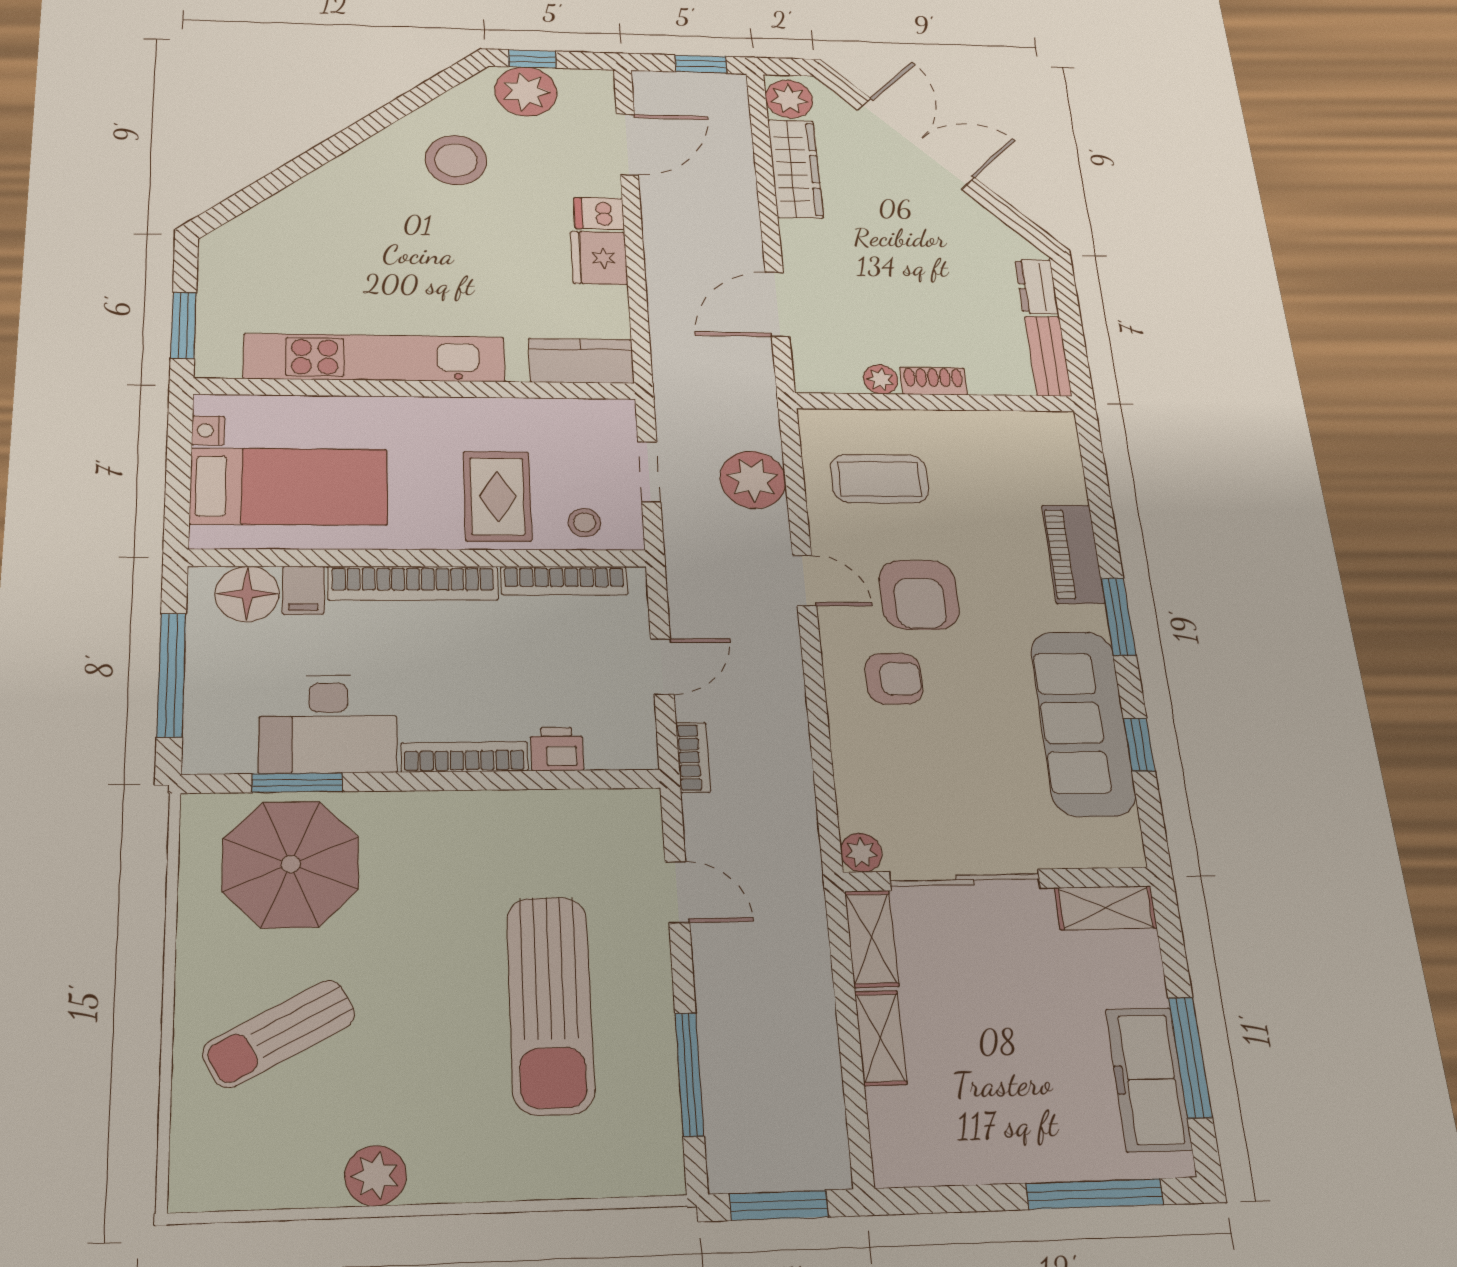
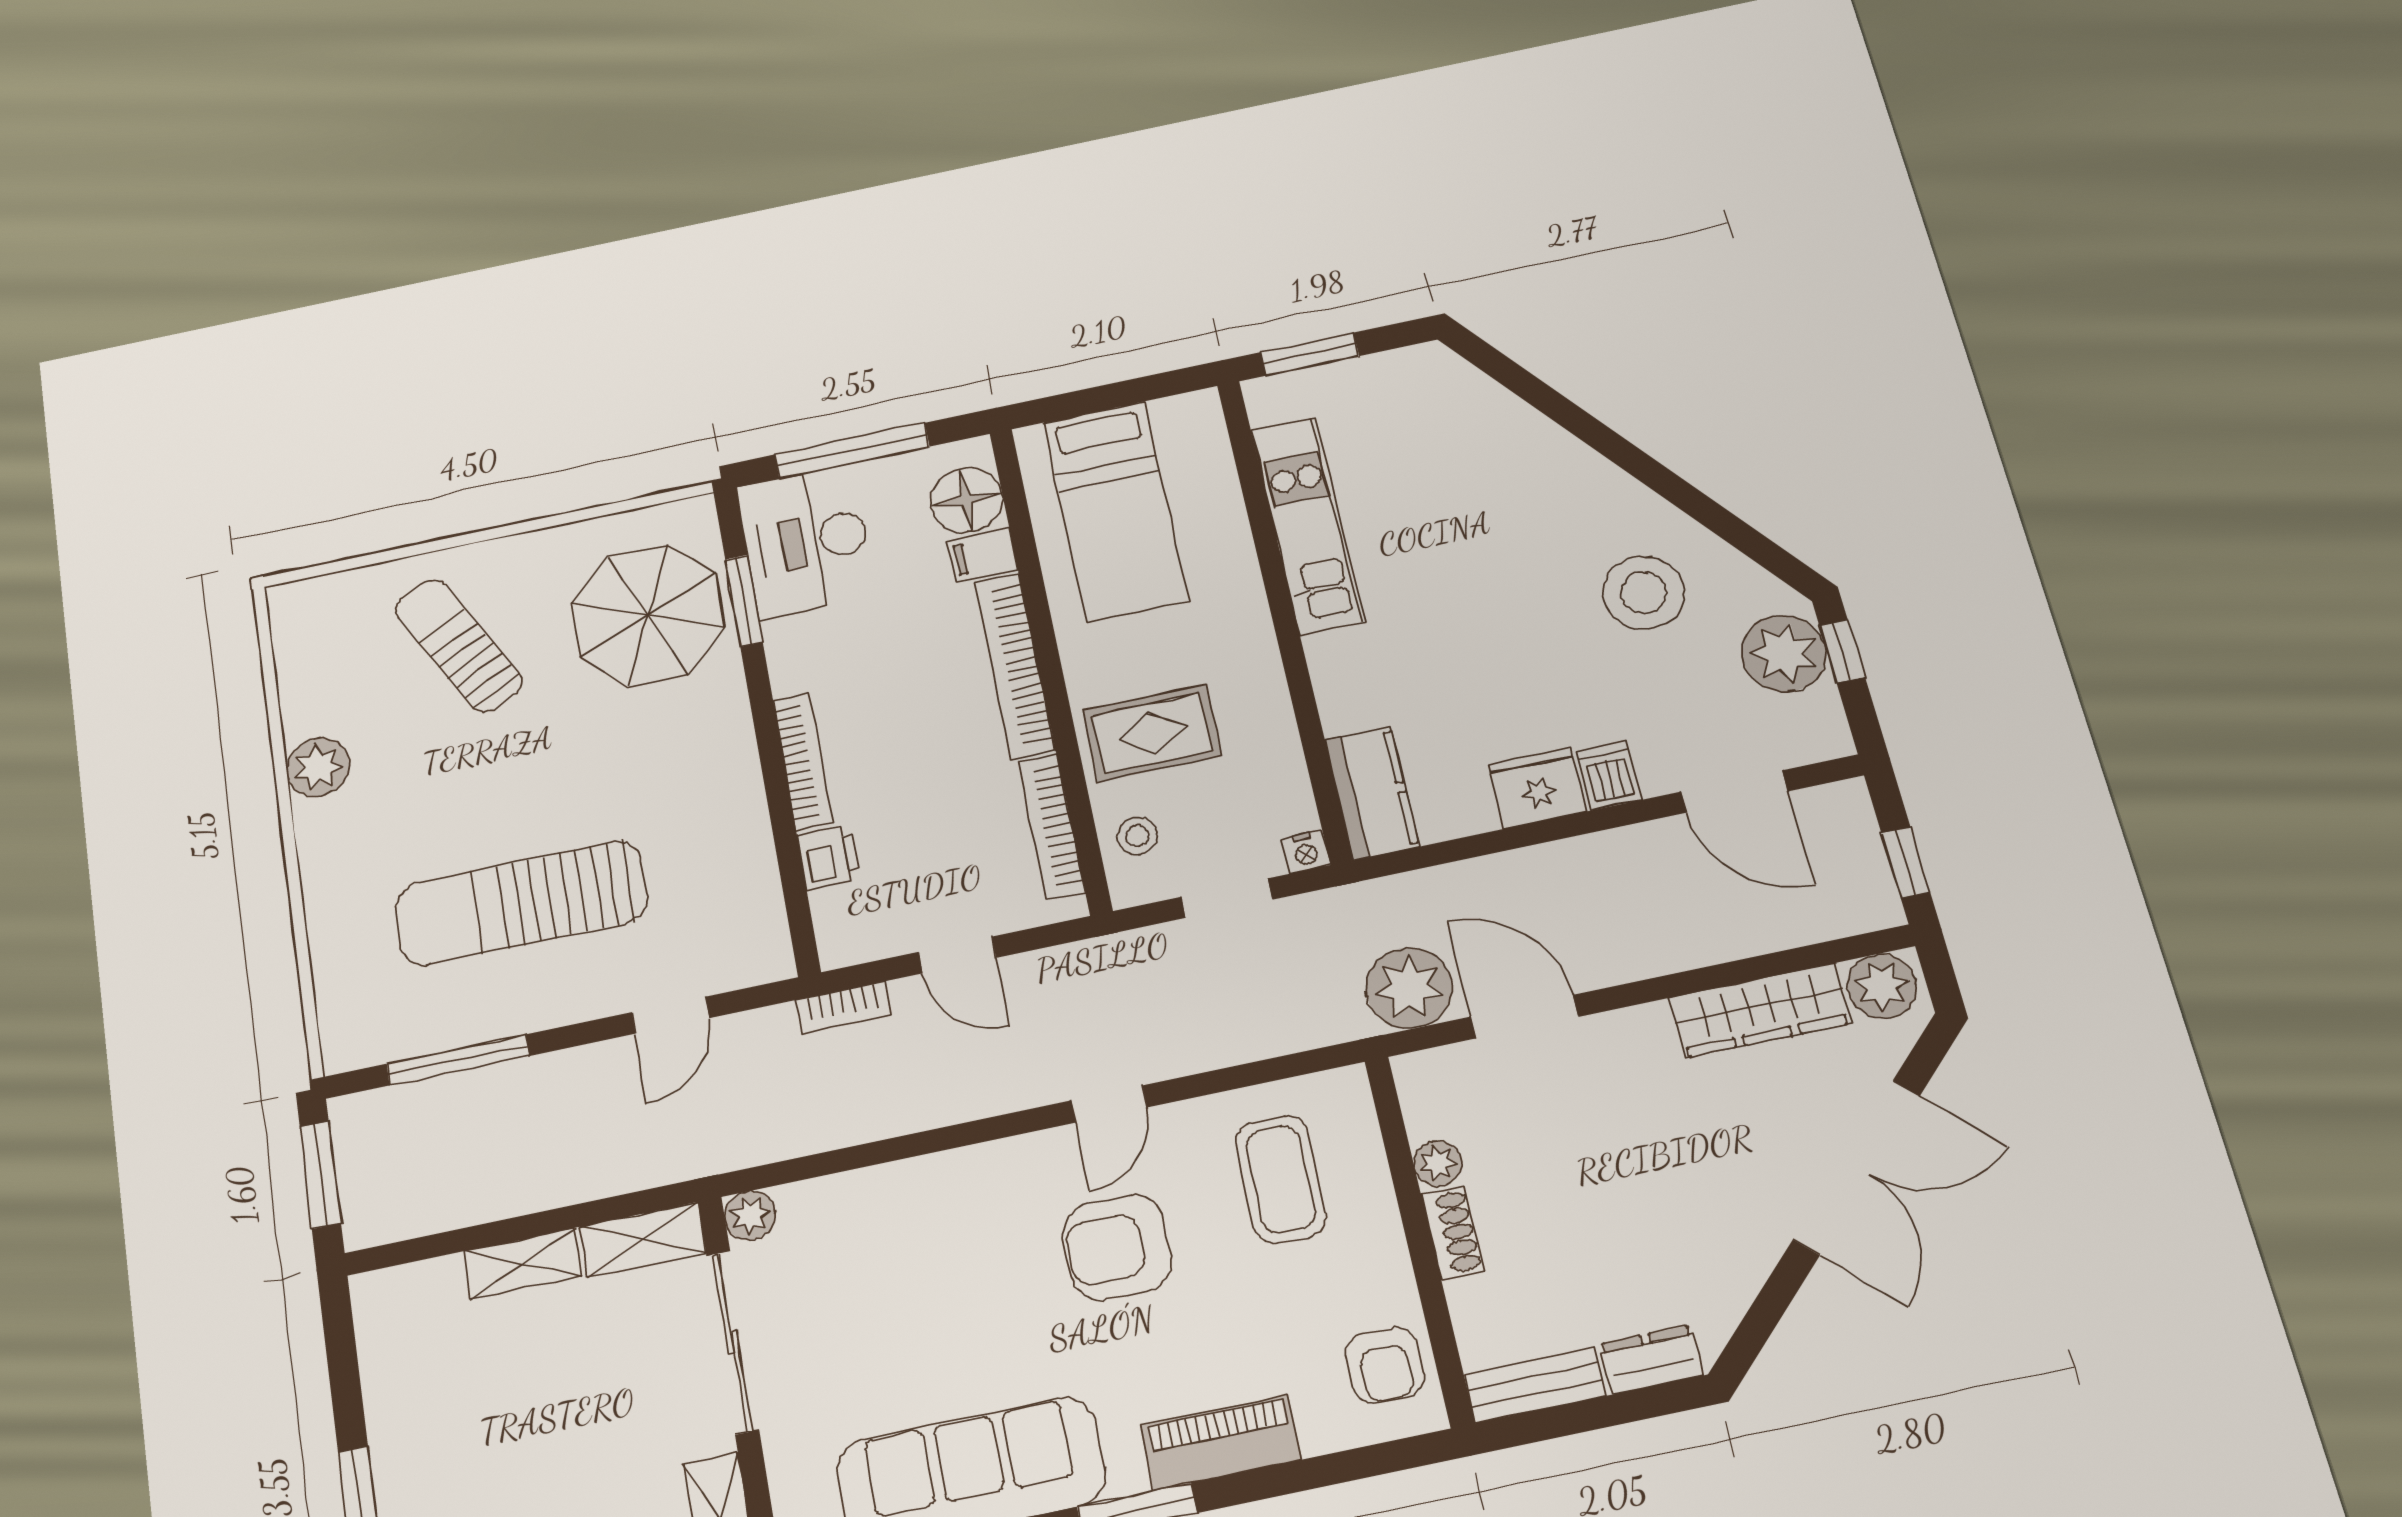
kitchen unit: (375, 358) -> (1307, 525), width x0.73
nightstand: (208, 430) -> (1306, 852), moved, turned 180
plant: (753, 480) -> (1409, 988), moved
armchair: (894, 679) -> (1385, 1365), moved
desk: (328, 724) -> (806, 542), moved

